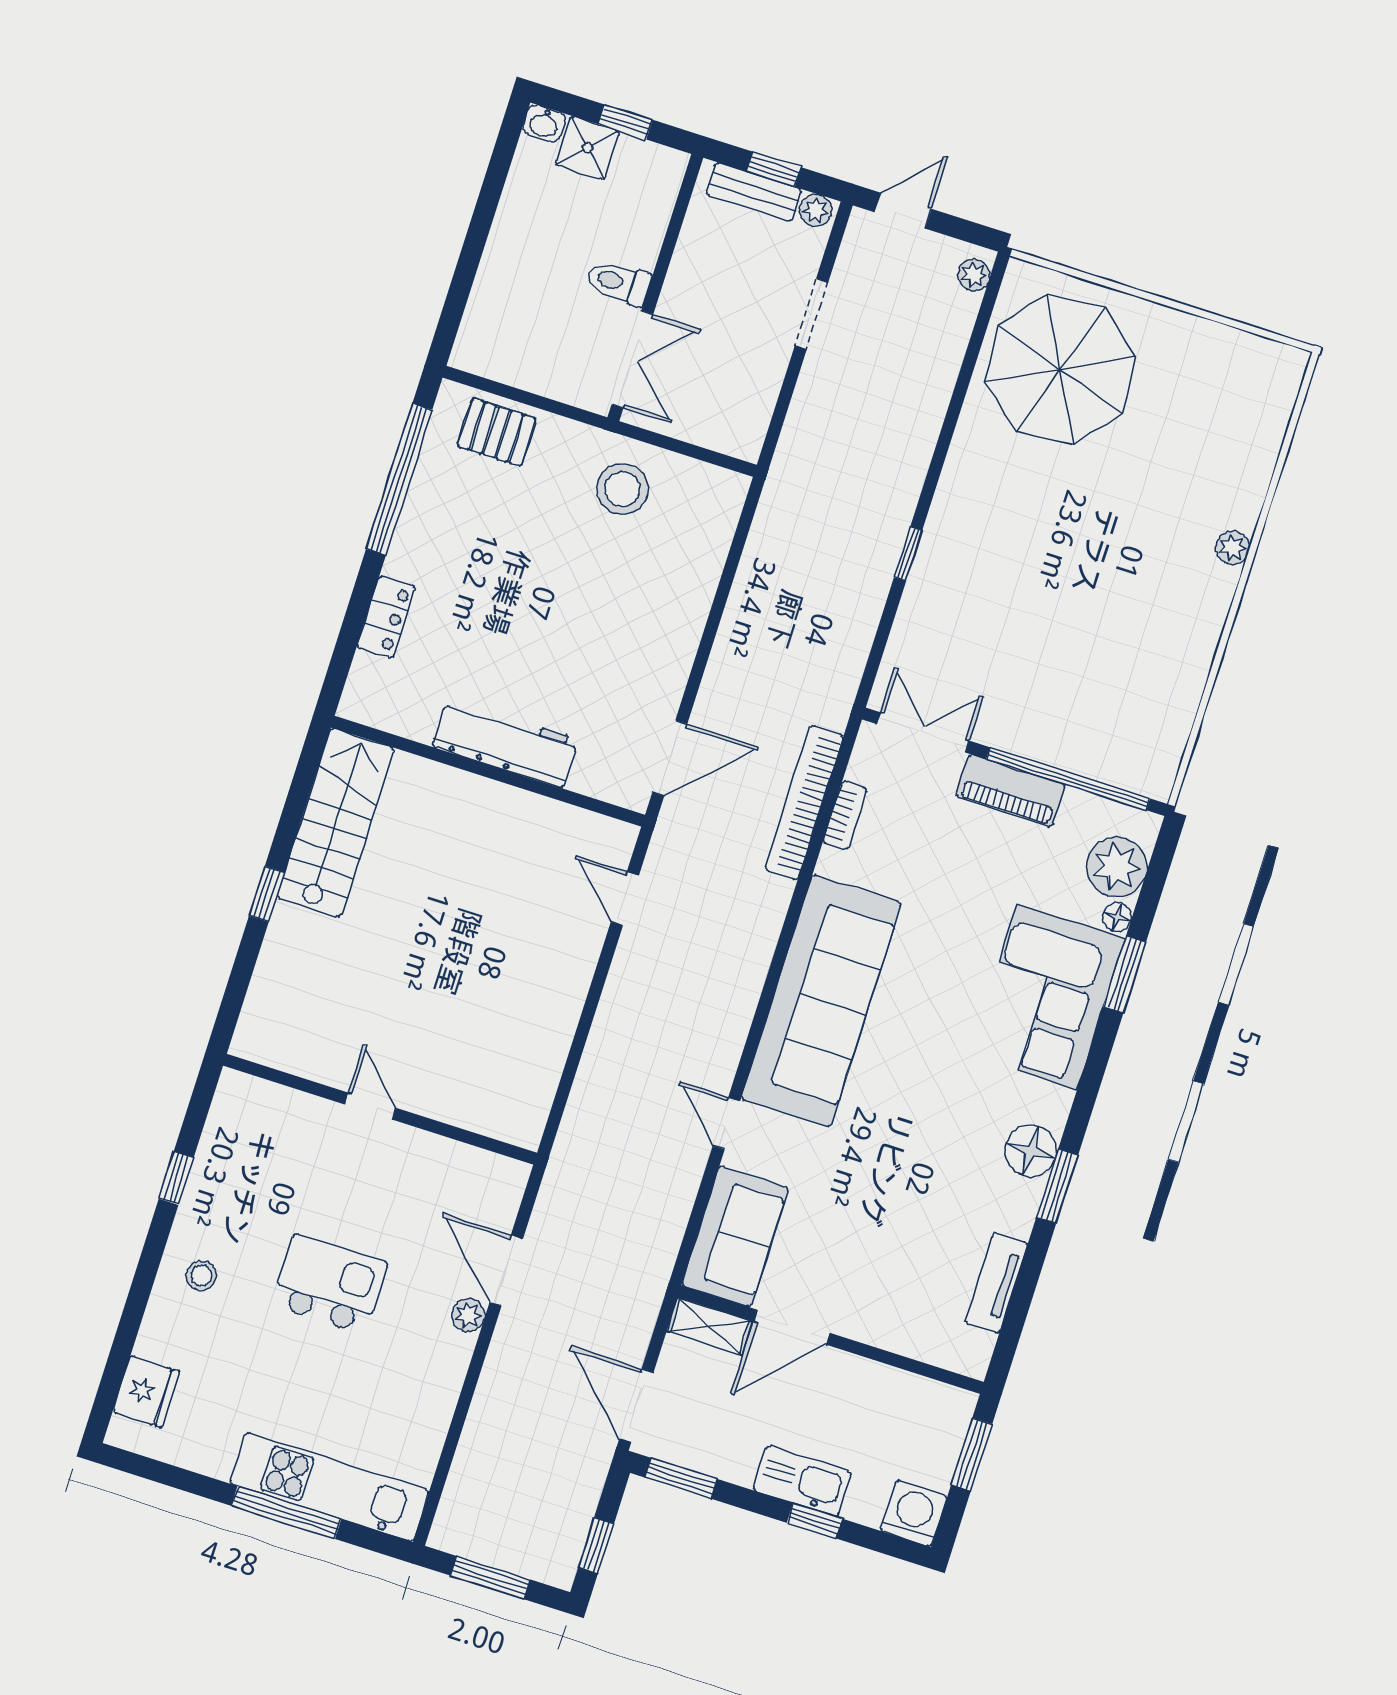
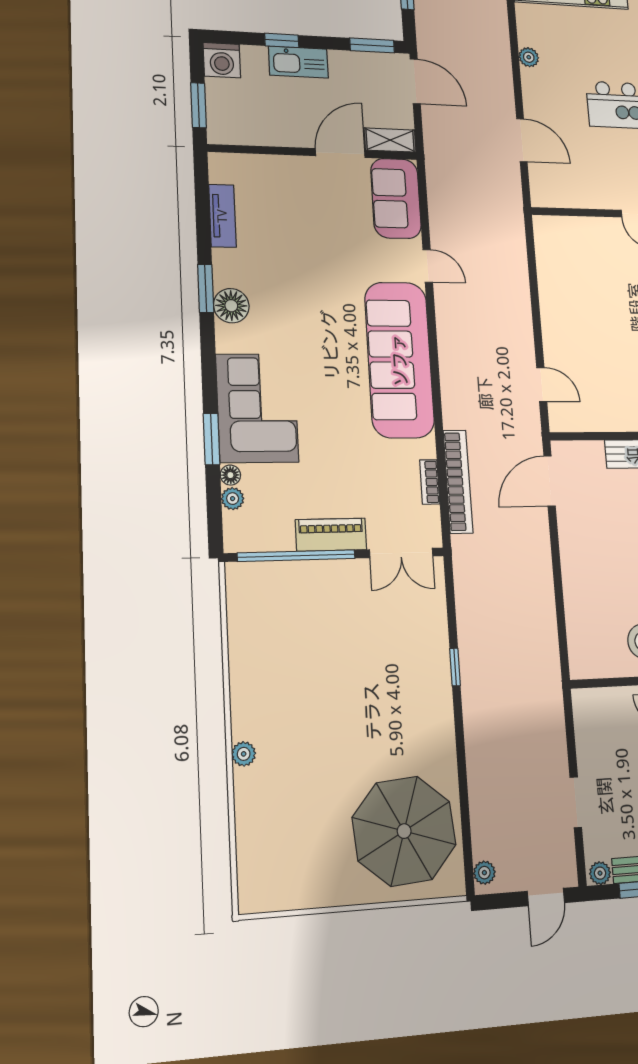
plant: (1117, 867) -> (233, 499), width x0.53, depth x0.53
plant: (468, 1315) -> (529, 57), moved

